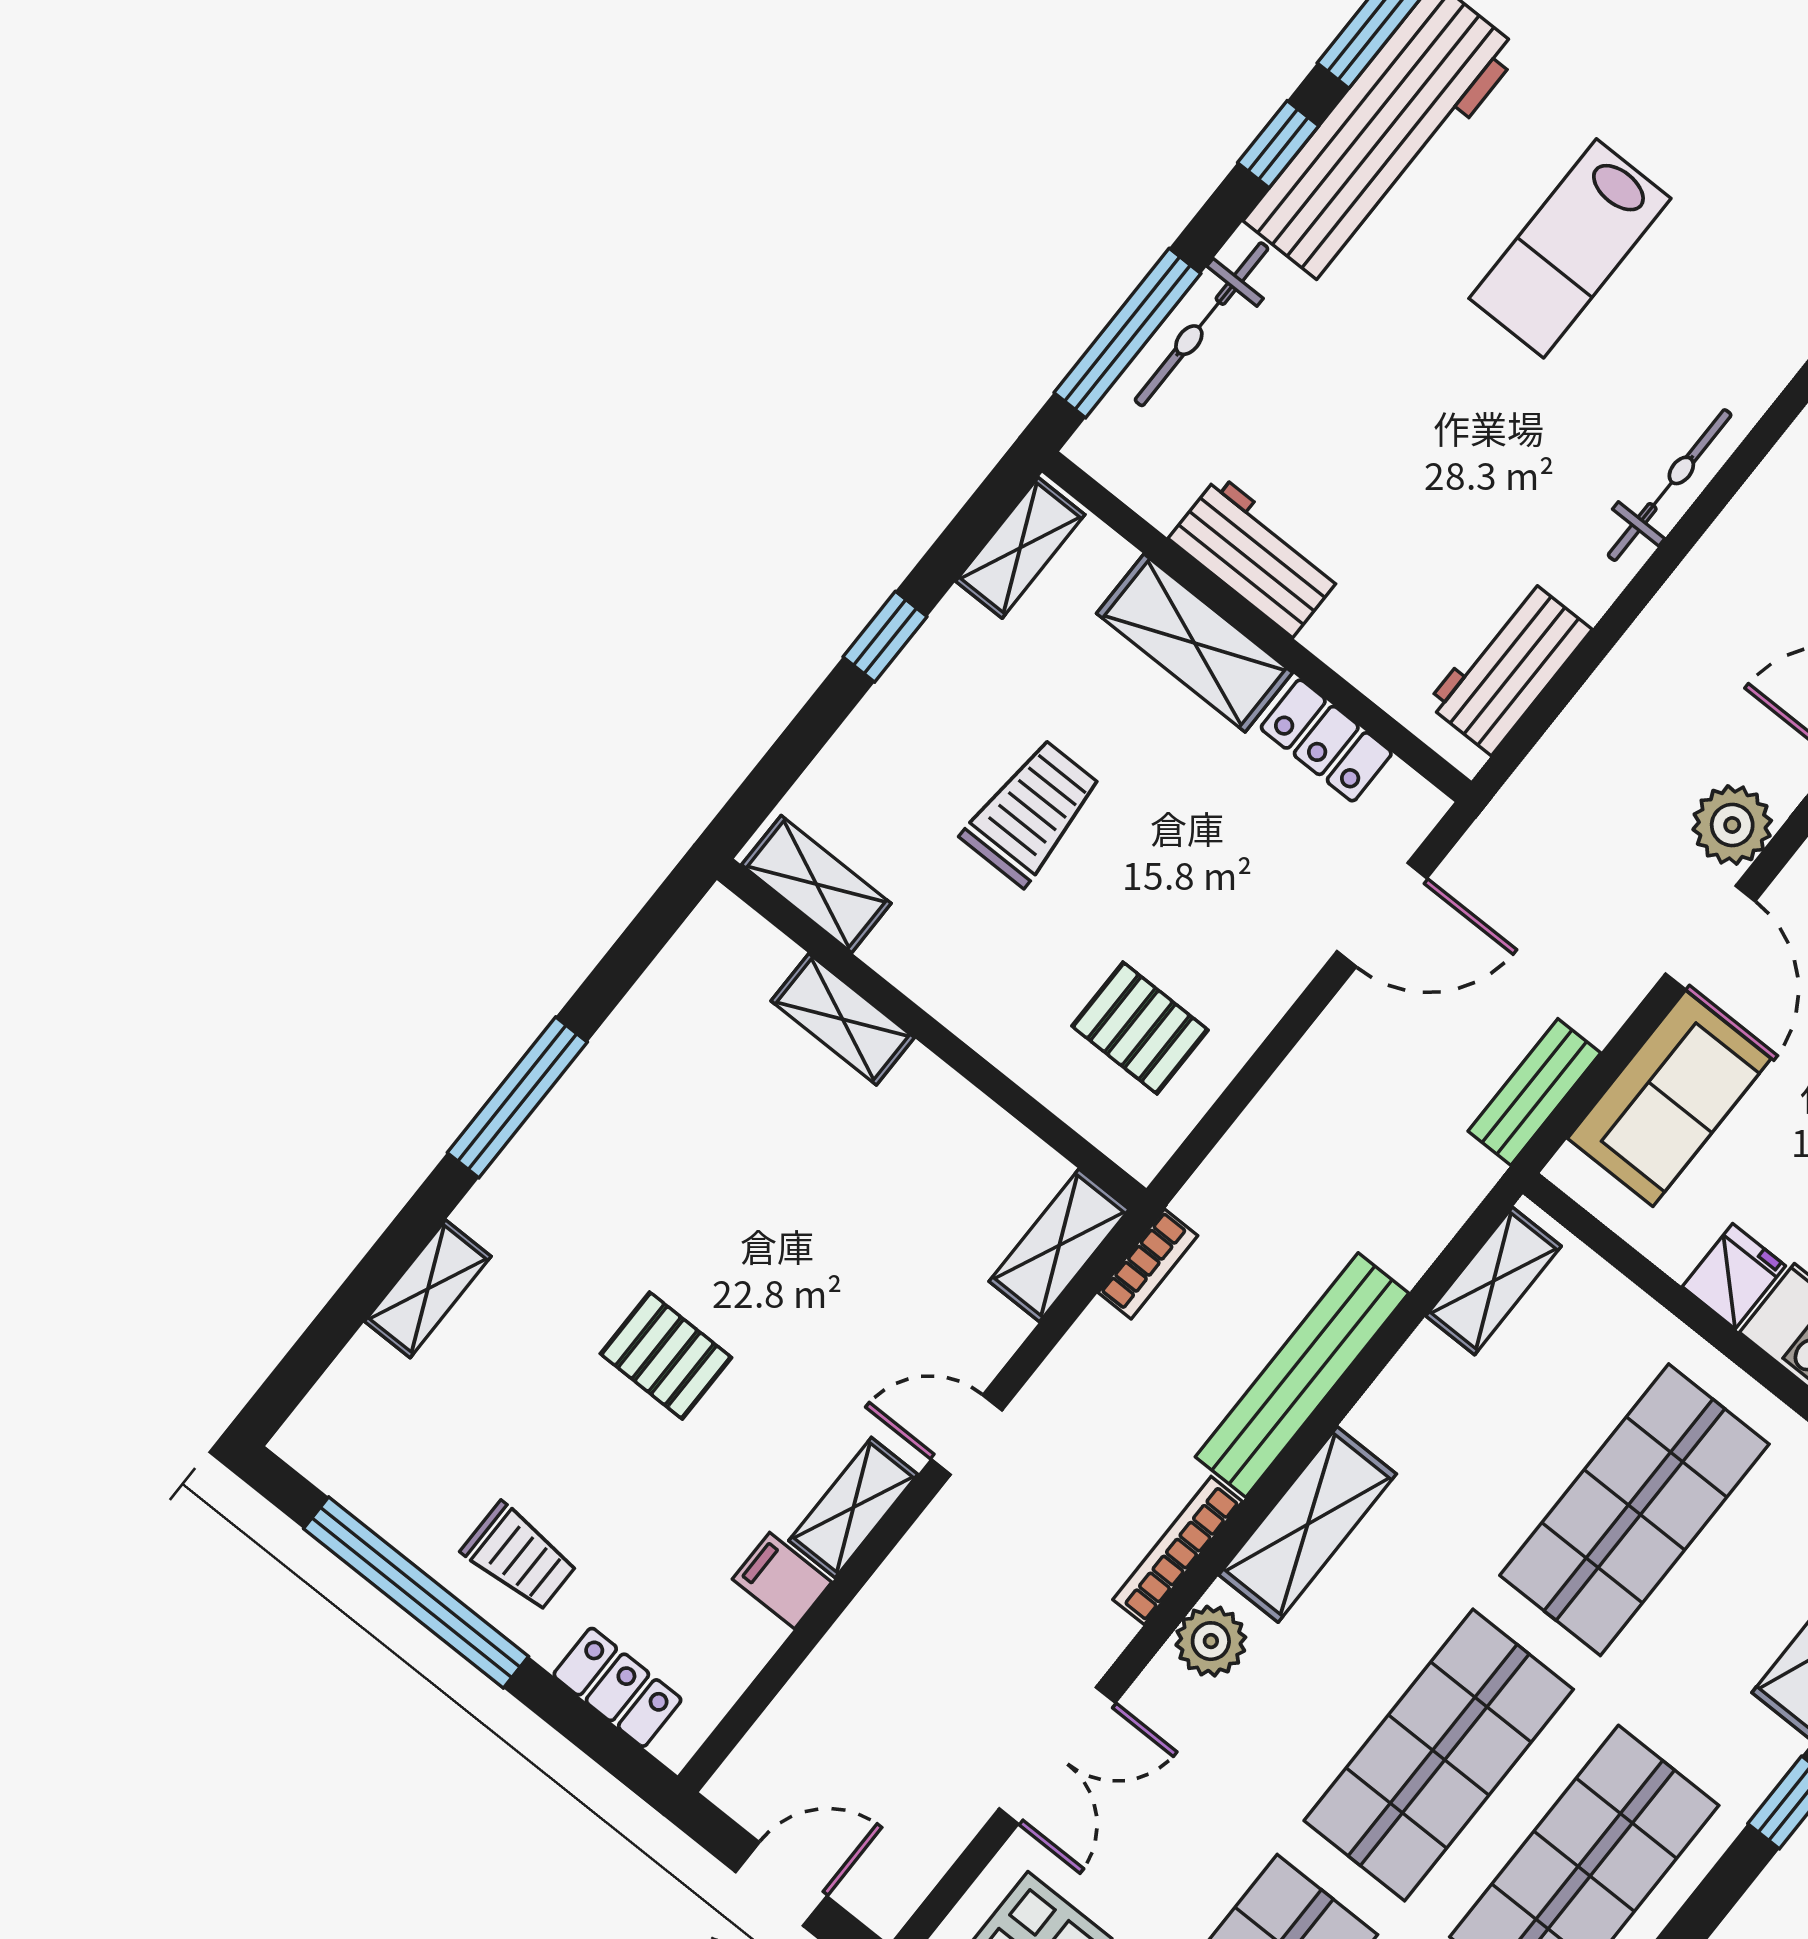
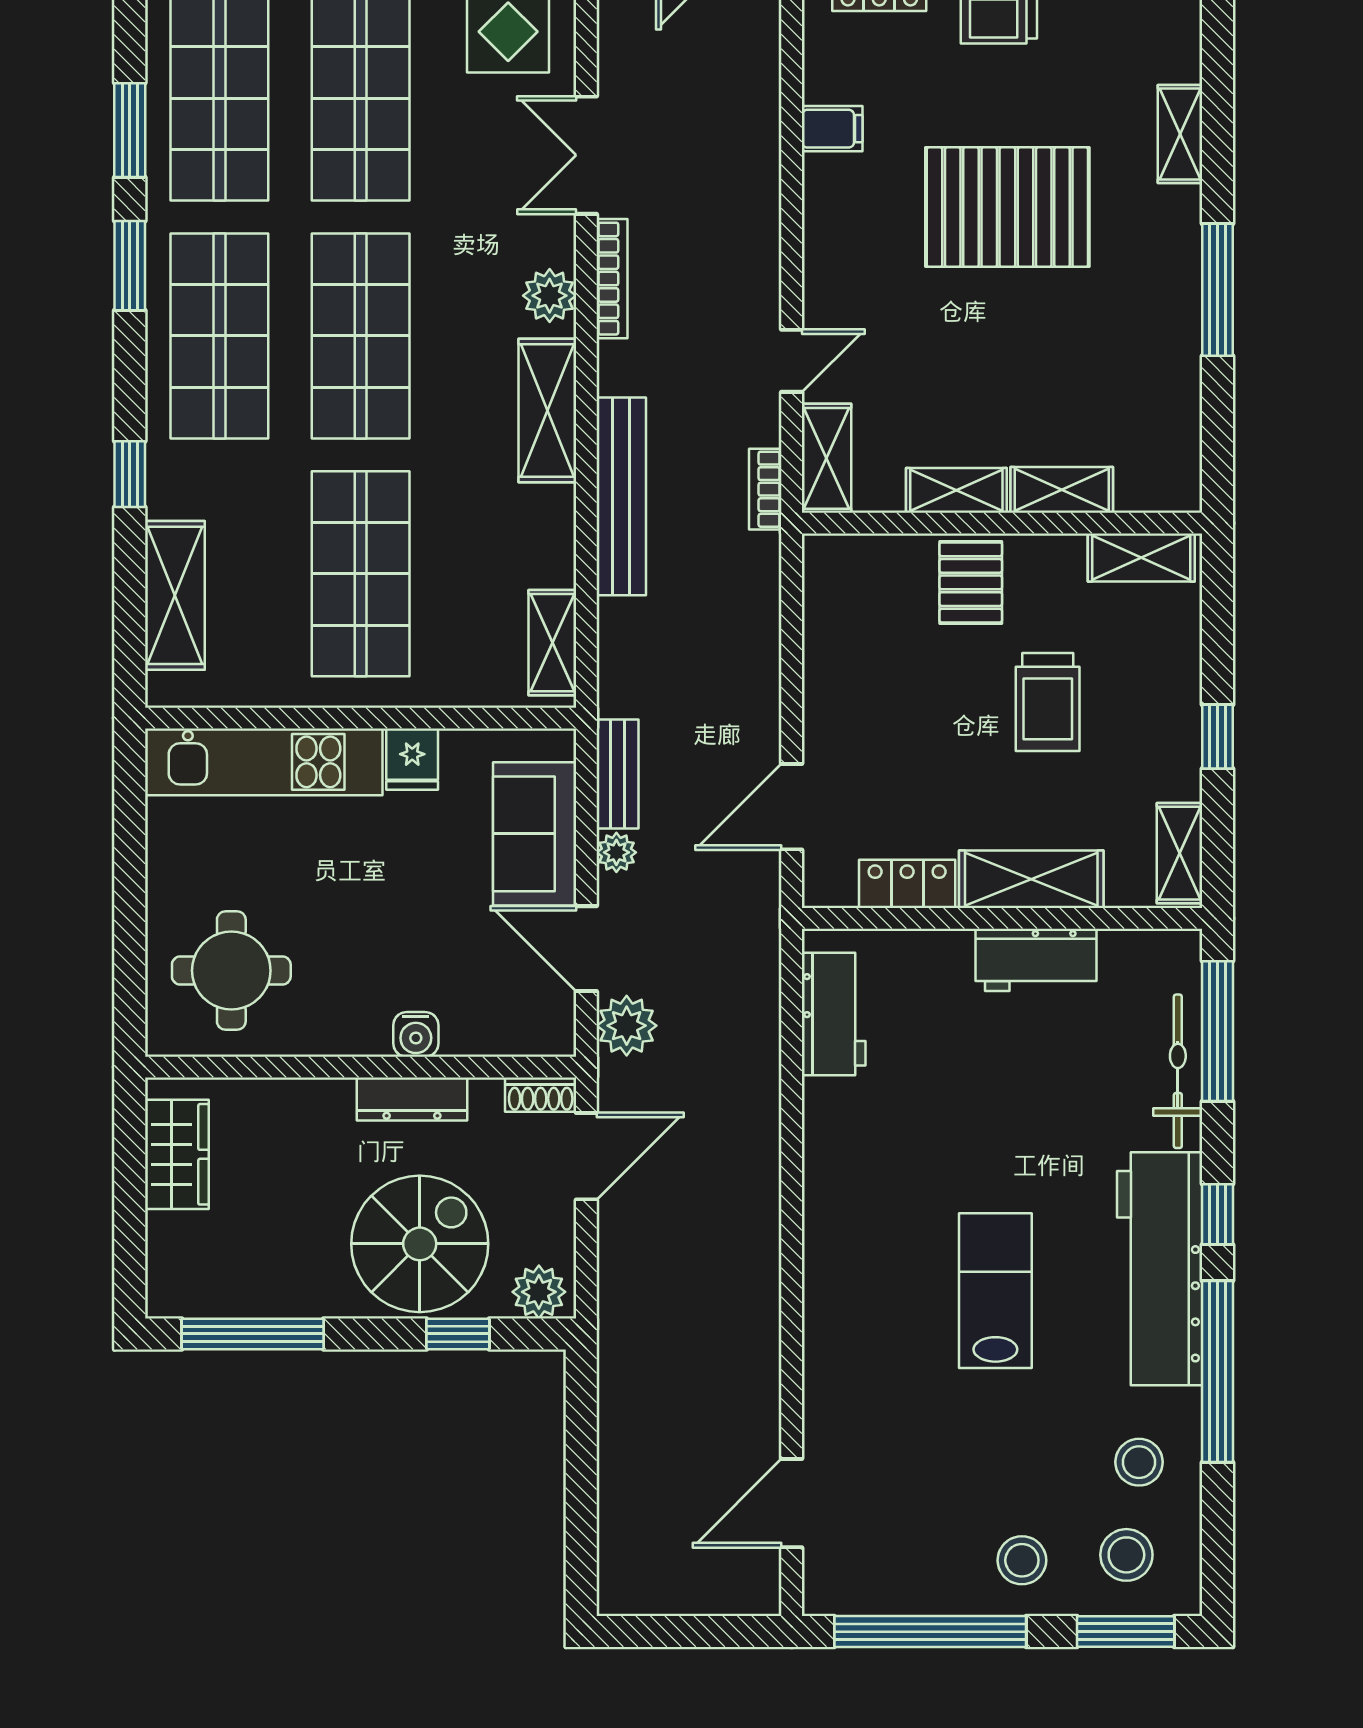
bicycle: (1670, 485) -> (824, 1197), removed
plant: (1600, 1012) -> (616, 852), added
pallet: (1140, 1028) -> (971, 582), moved, turned 90
pallet: (666, 1356) -> (1007, 207), width x2.05, depth x2.00
door: (967, 1435) -> (792, 361), moved
shelving: (853, 1508) -> (956, 490), moved, turned 90
bookcase: (1178, 1551) -> (612, 279), moved

